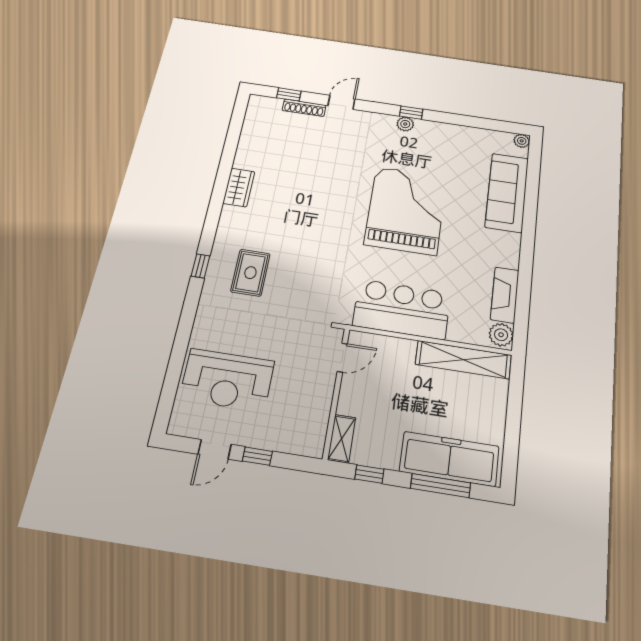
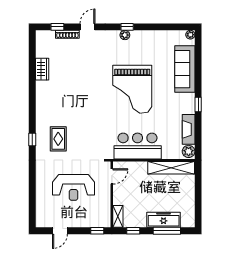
wardrobe: (239, 188) -> (42, 69), moved
grand piano: (406, 210) -> (132, 89), turned 180
window: (527, 255) -> (198, 105), added
reception desk: (227, 380) -> (73, 187), moved
window: (257, 456) -> (97, 231), moved
freezer: (449, 459) -> (164, 220), width x0.73, depth x0.79

